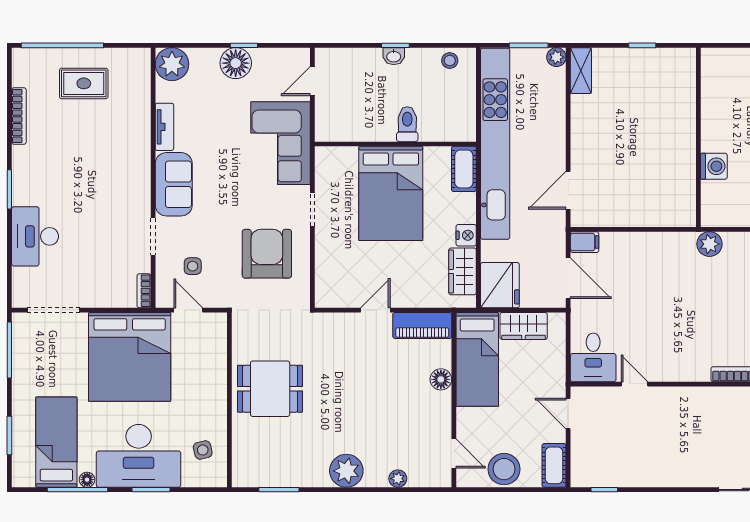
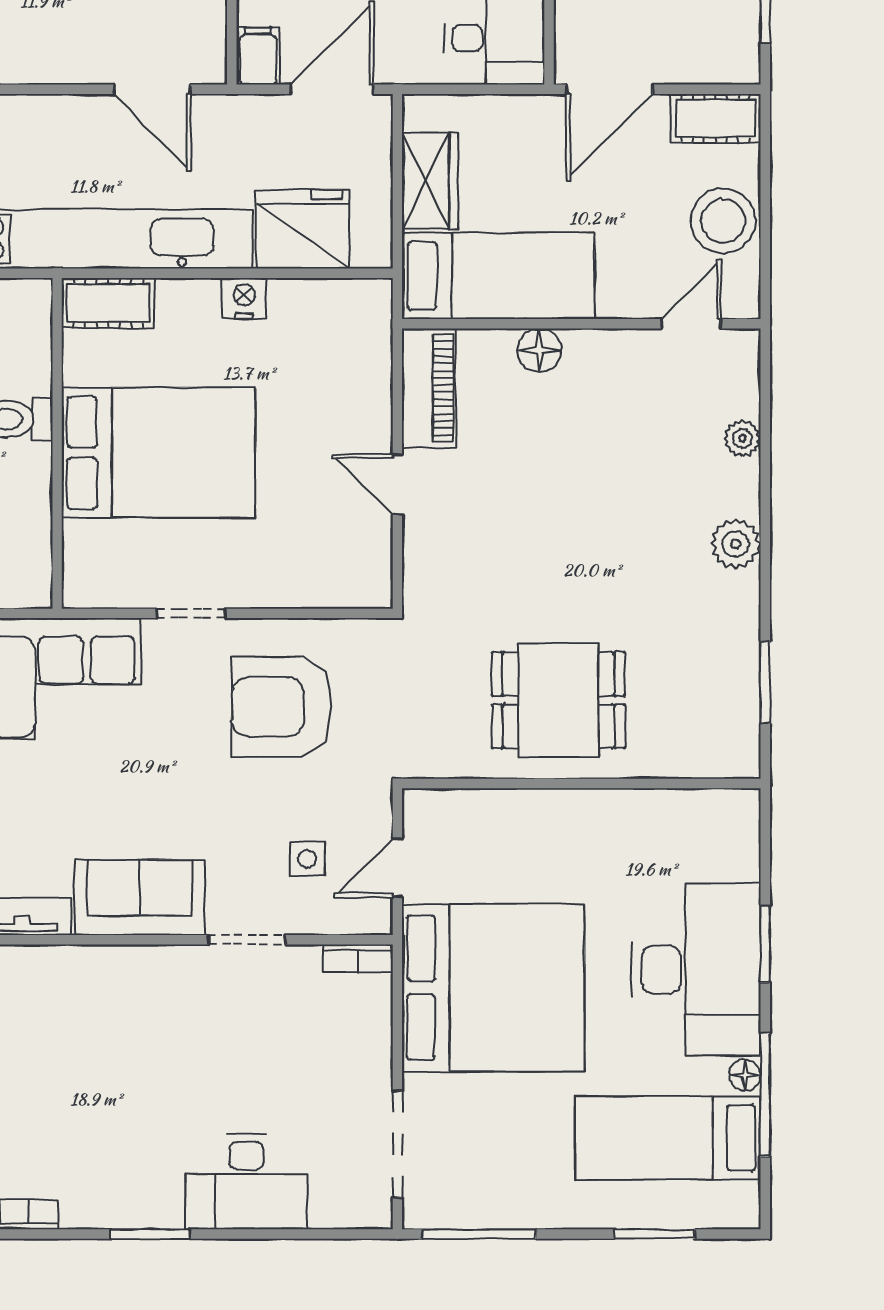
wardrobe: (463, 271) -> (318, 306), removed
fridge: (500, 285) -> (303, 229), moved
dining table: (270, 389) -> (558, 700), turned 90
door: (568, 414) -> (609, 89), width x1.38
side table: (203, 450) -> (684, 838), removed
plant: (346, 471) -> (736, 544), width x0.73, depth x0.73

